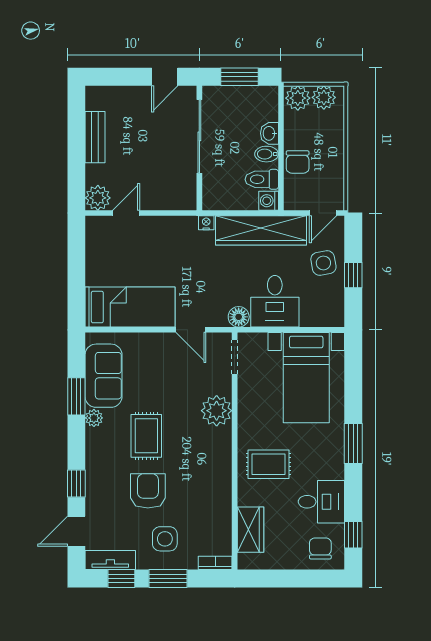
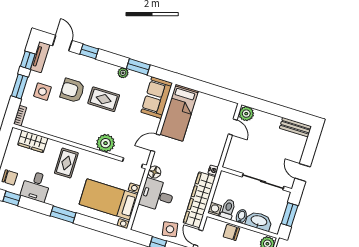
washbasin: (269, 133) -> (259, 221), width x1.91, depth x1.45
bench: (95, 137) -> (295, 127), moved
sofa: (104, 376) -> (157, 98), moved, turned 90
armchair: (148, 491) -> (72, 90), turned 180

